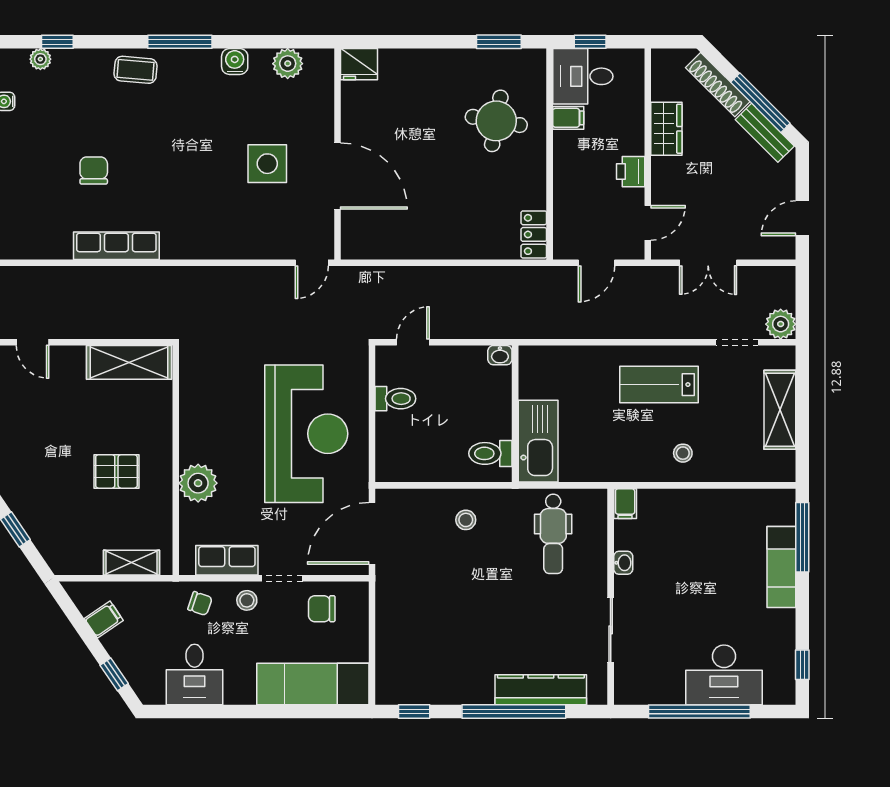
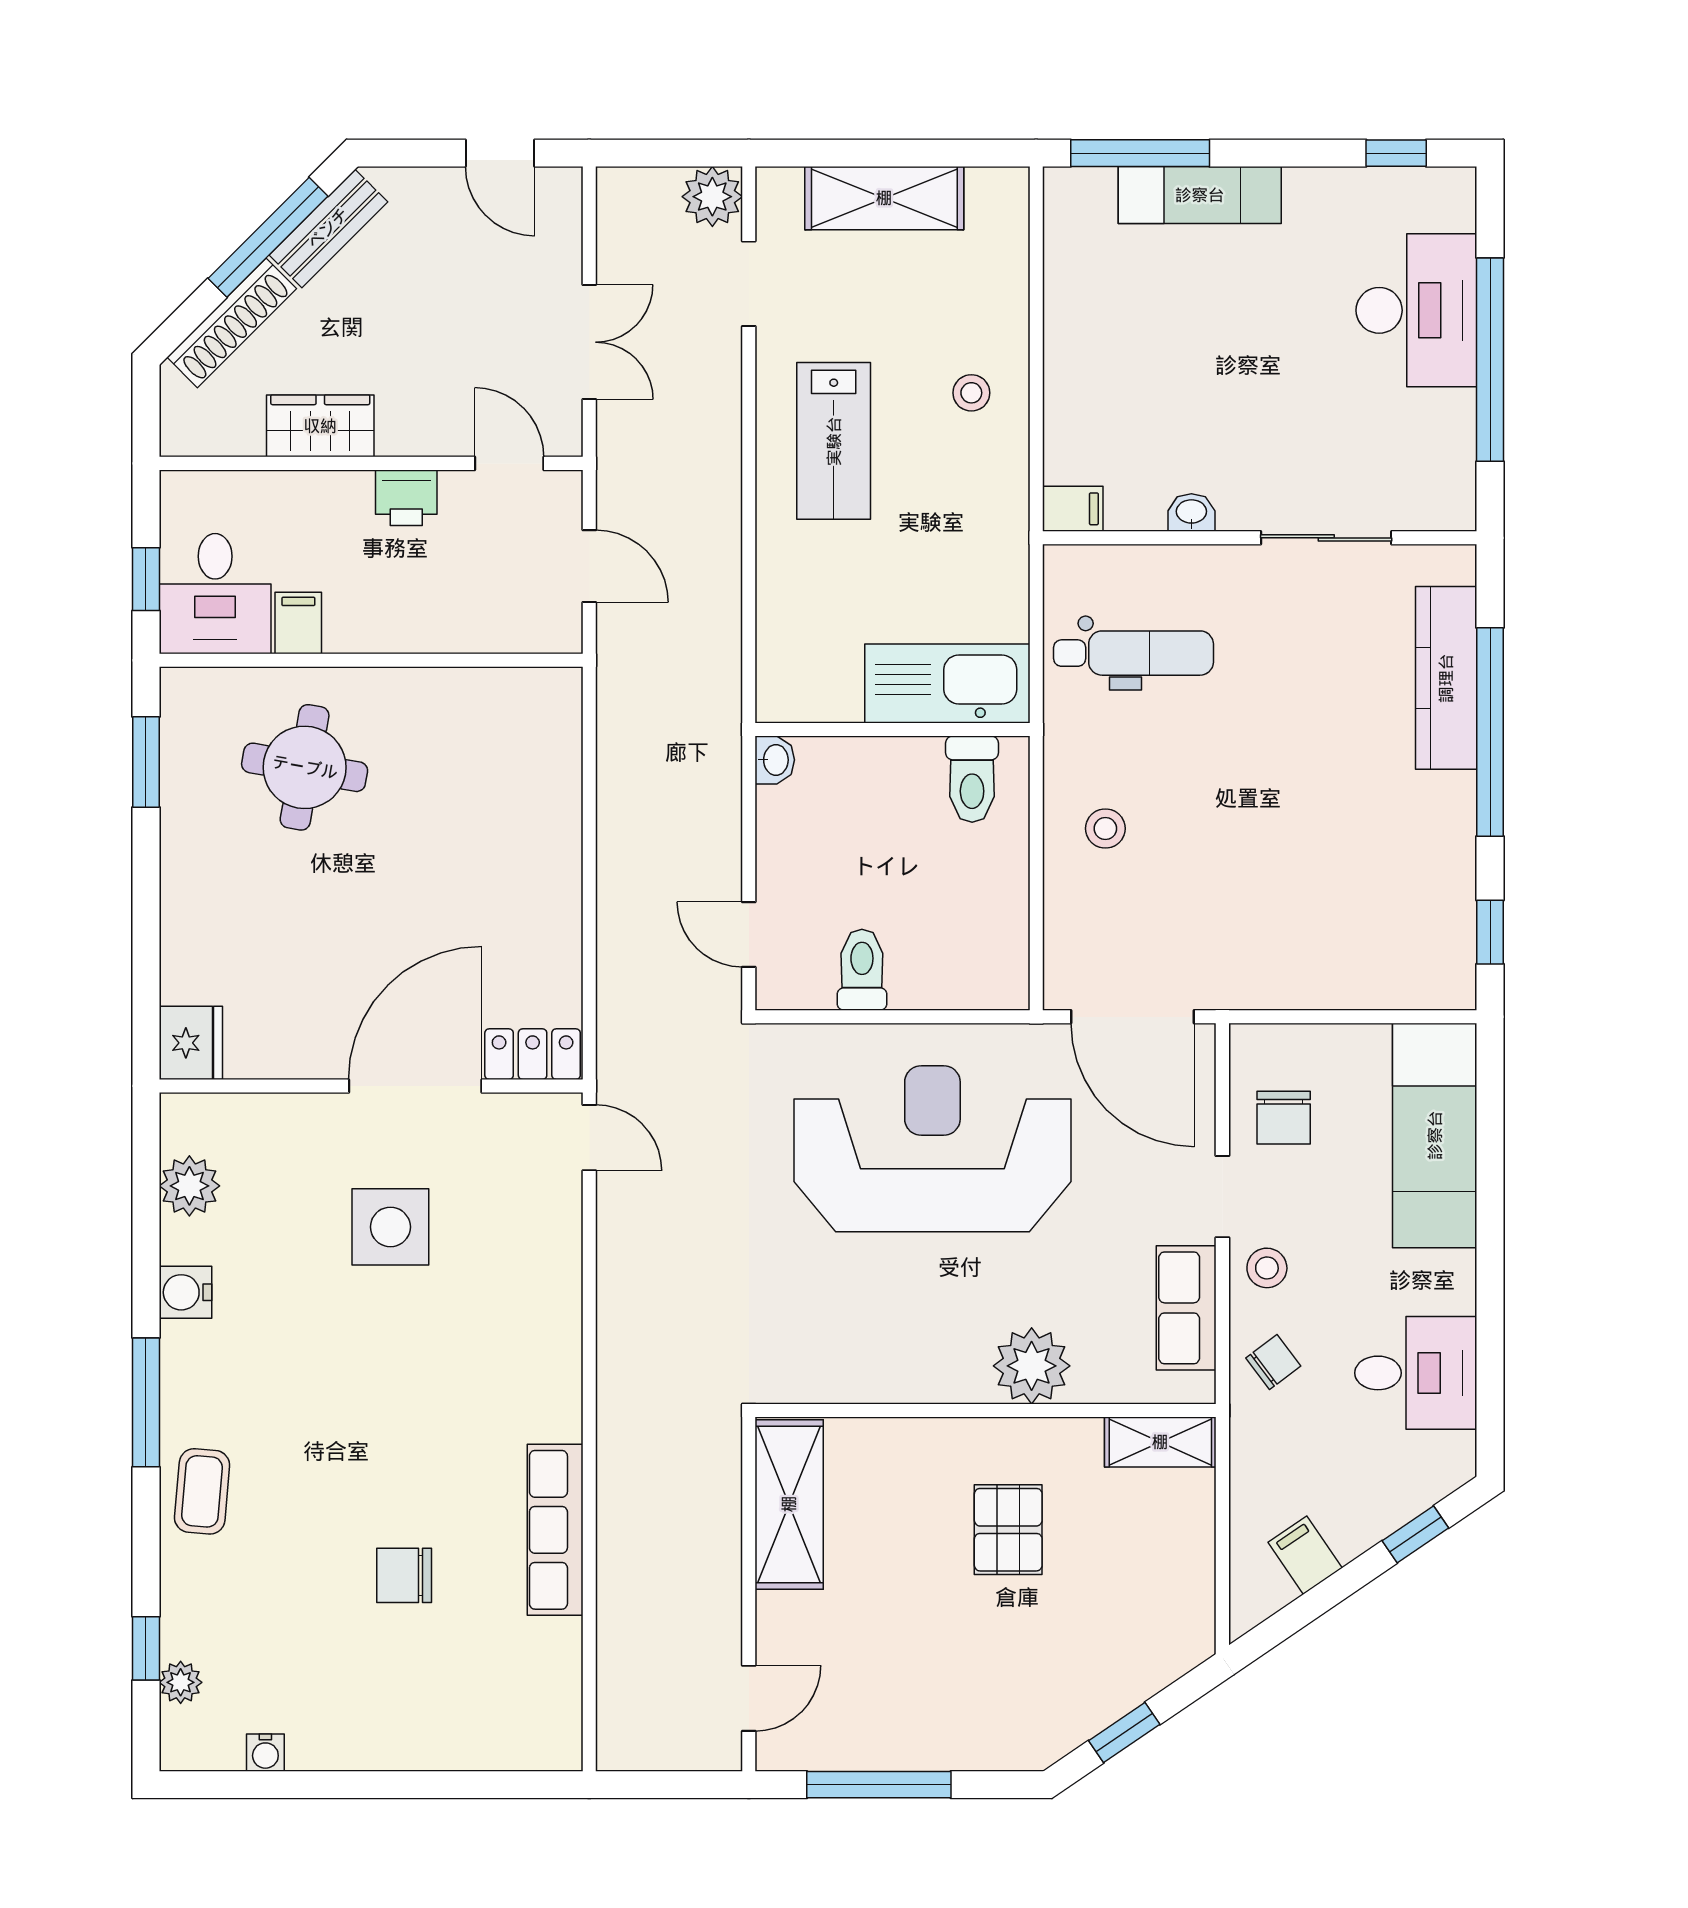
locker: (534, 234) -> (533, 1054), moved, turned 180
shelving: (131, 563) -> (1160, 1442), moved, turned 90
chair: (200, 604) -> (1273, 1362), turned 34

